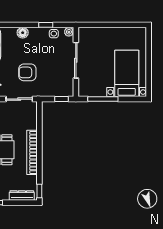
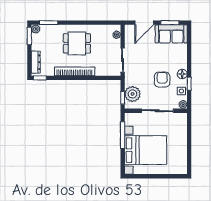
floor lamp: (23, 33) -> (182, 74), moved
armchair: (27, 72) -> (162, 80), moved
bed with nightstands: (127, 73) -> (146, 150), width x1.36
plant: (57, 88) -> (133, 94), added

